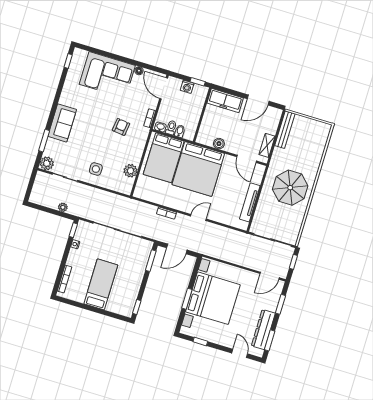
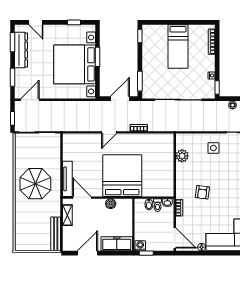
washing machine: (187, 87) -> (140, 246), moved
bed: (164, 158) -> (156, 176), removed
tv unit: (250, 202) -> (67, 179), moved

